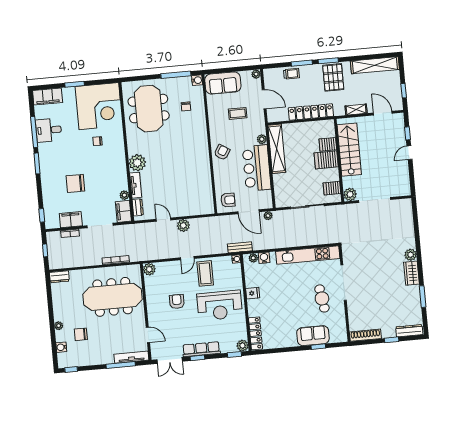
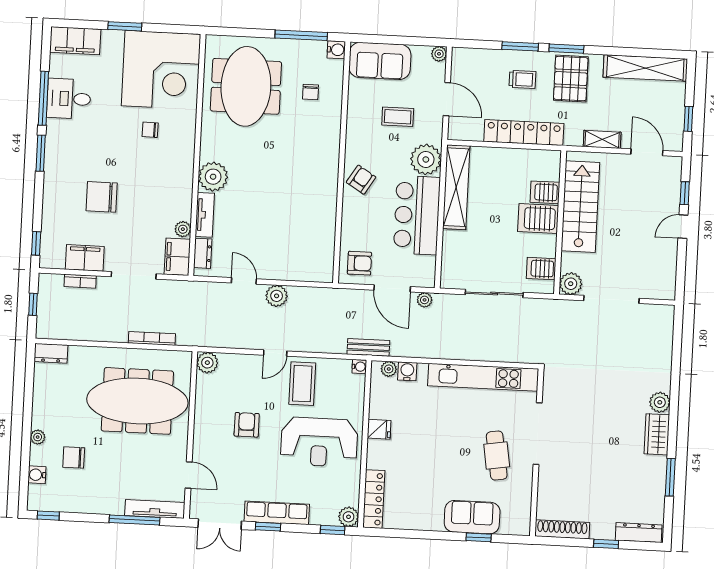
trolley: (291, 74) -> (522, 79), moved
plant: (262, 139) -> (426, 159), width x1.88, depth x1.88

